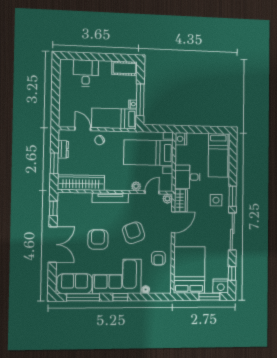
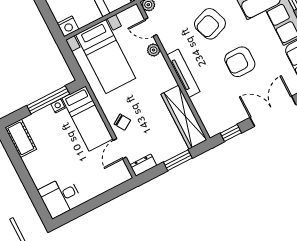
desk: (86, 73) -> (60, 197), moved
dresser: (63, 149) -> (143, 165), moved

